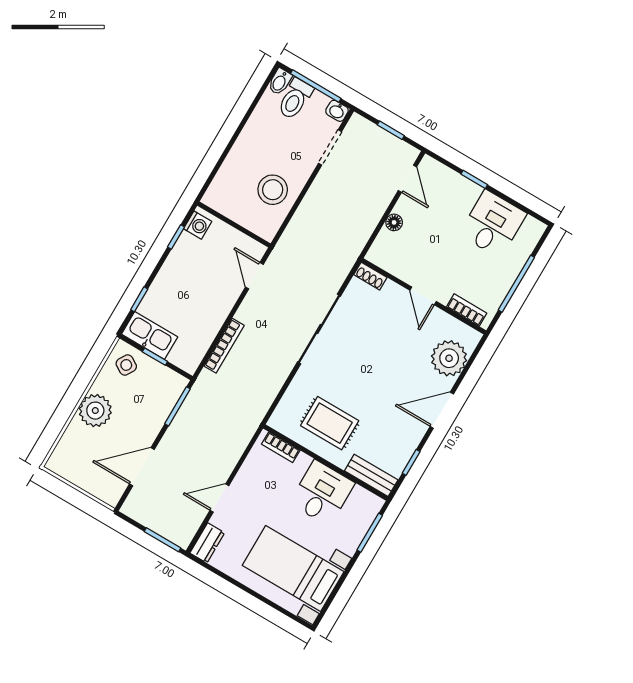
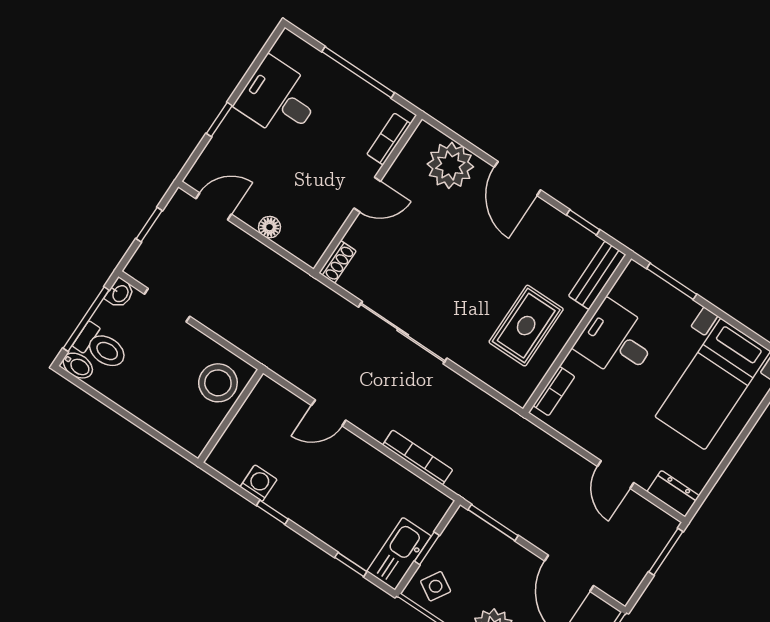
wall: (234, 224) -> (231, 416), moved

